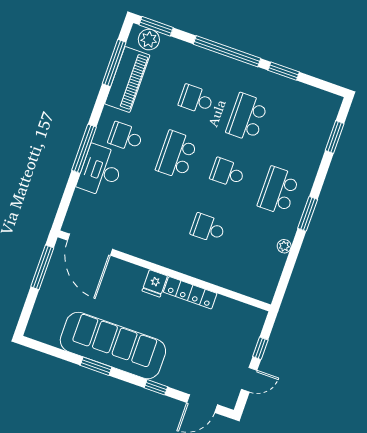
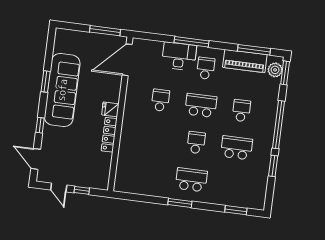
school desk: (208, 228) -> (160, 100), moved
plant: (284, 246) -> (154, 192), removed

